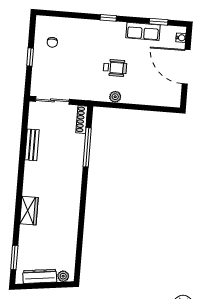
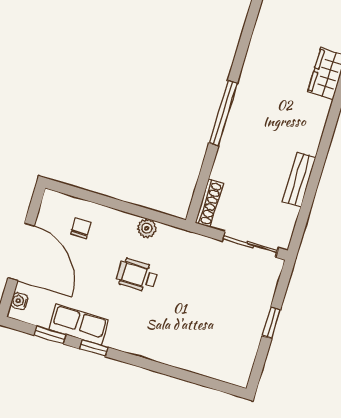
window: (108, 18) -> (94, 348), moved
chair: (52, 42) -> (81, 228), moved
window: (87, 147) -> (223, 113), moved

